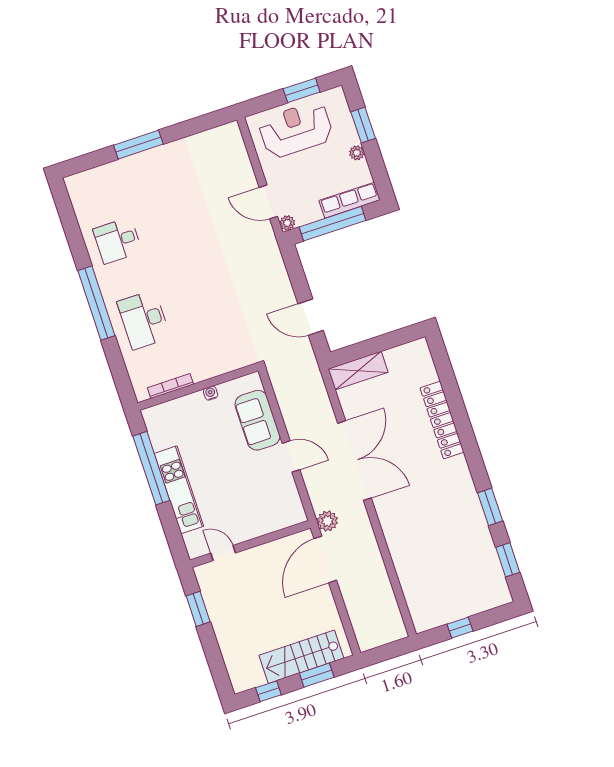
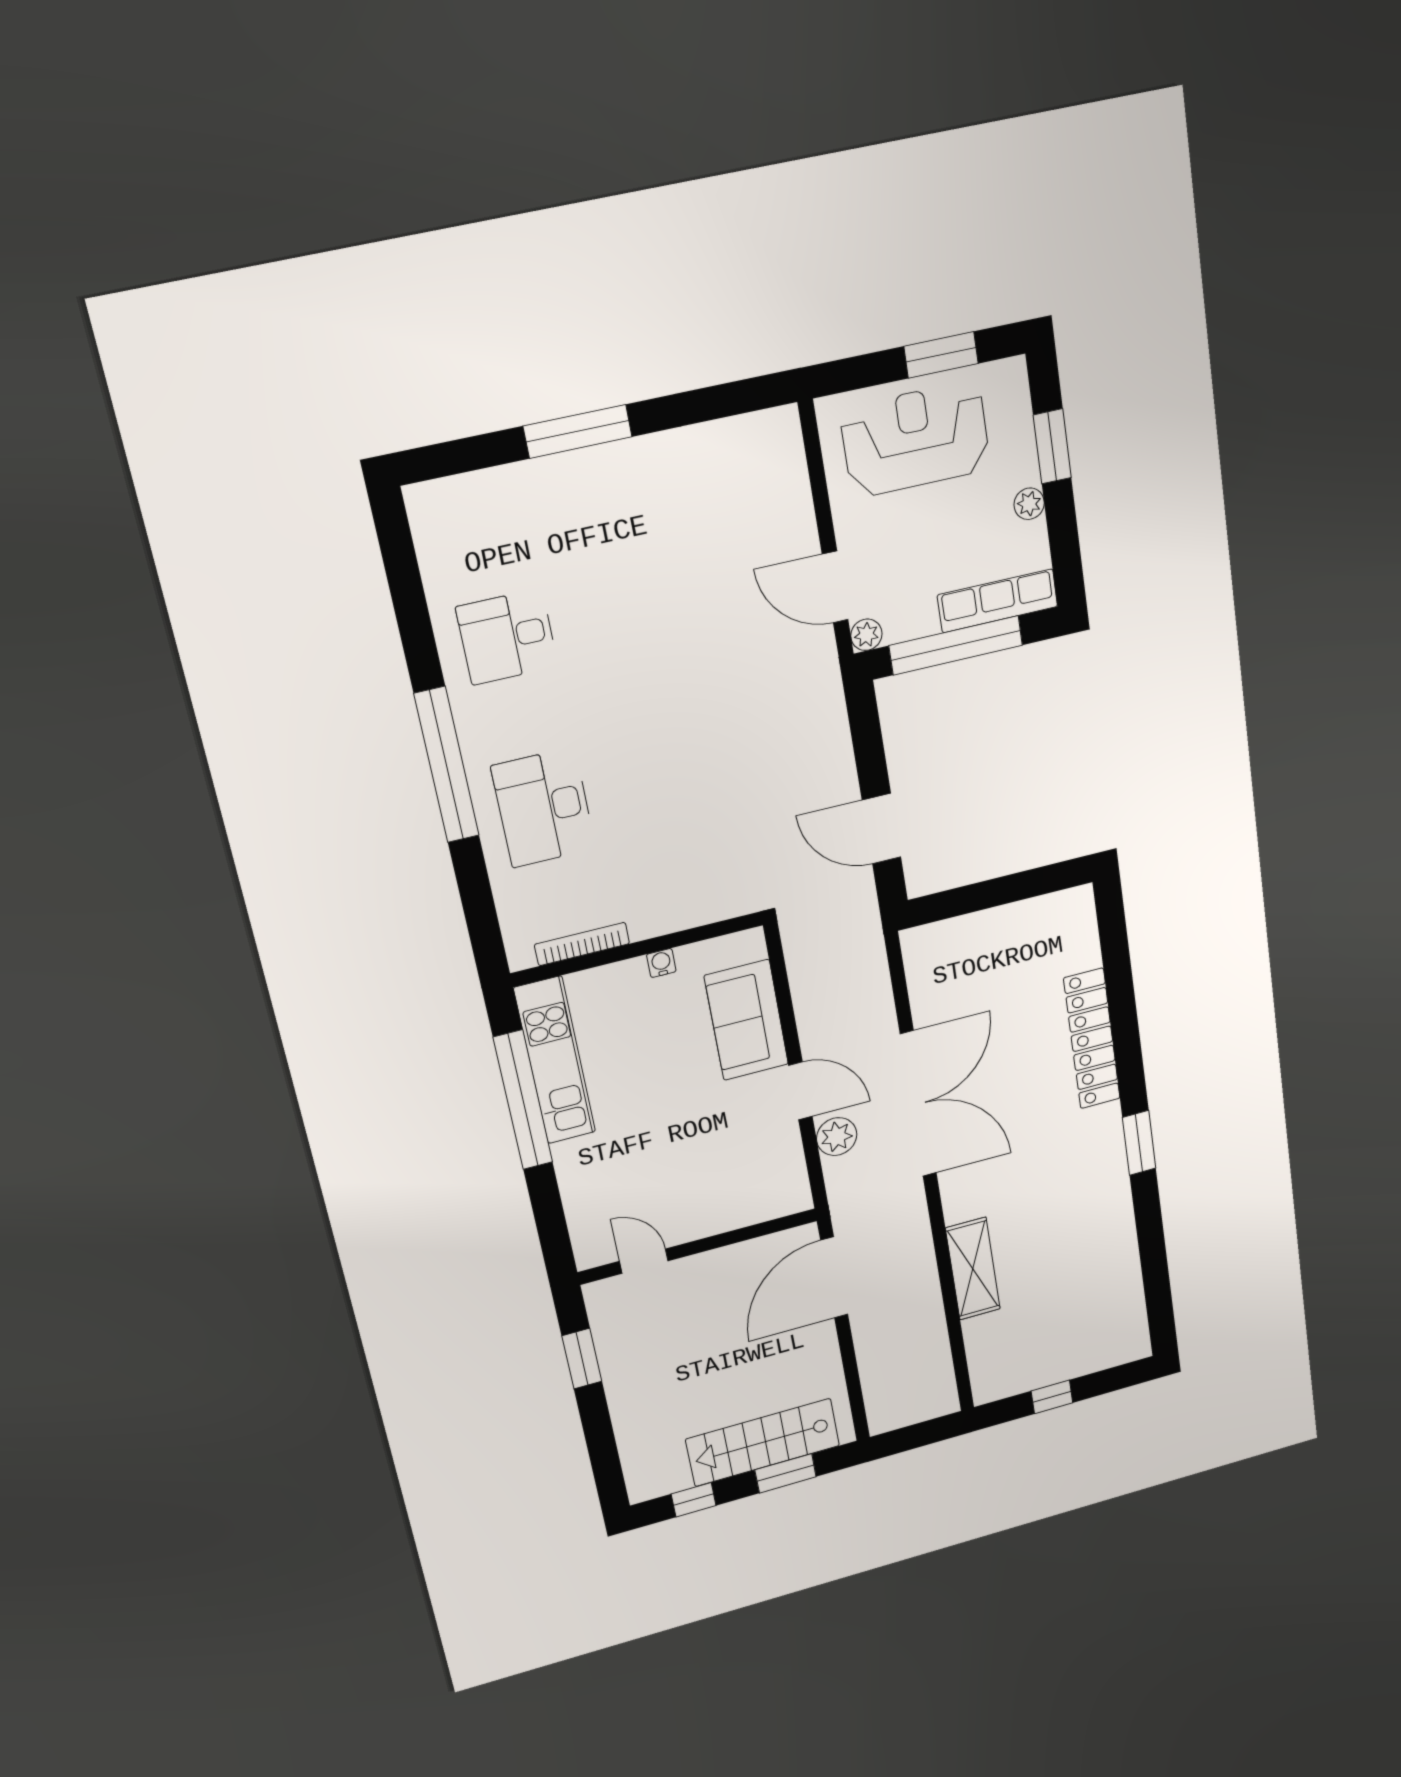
shelving: (358, 371) -> (973, 1269), moved, turned 90
kitchen unit: (179, 490) -> (555, 1060), moved
window: (490, 507) -> (1139, 1143), moved
plant: (327, 521) -> (837, 1137), moved
window: (508, 560) -> (1157, 1286), removed

